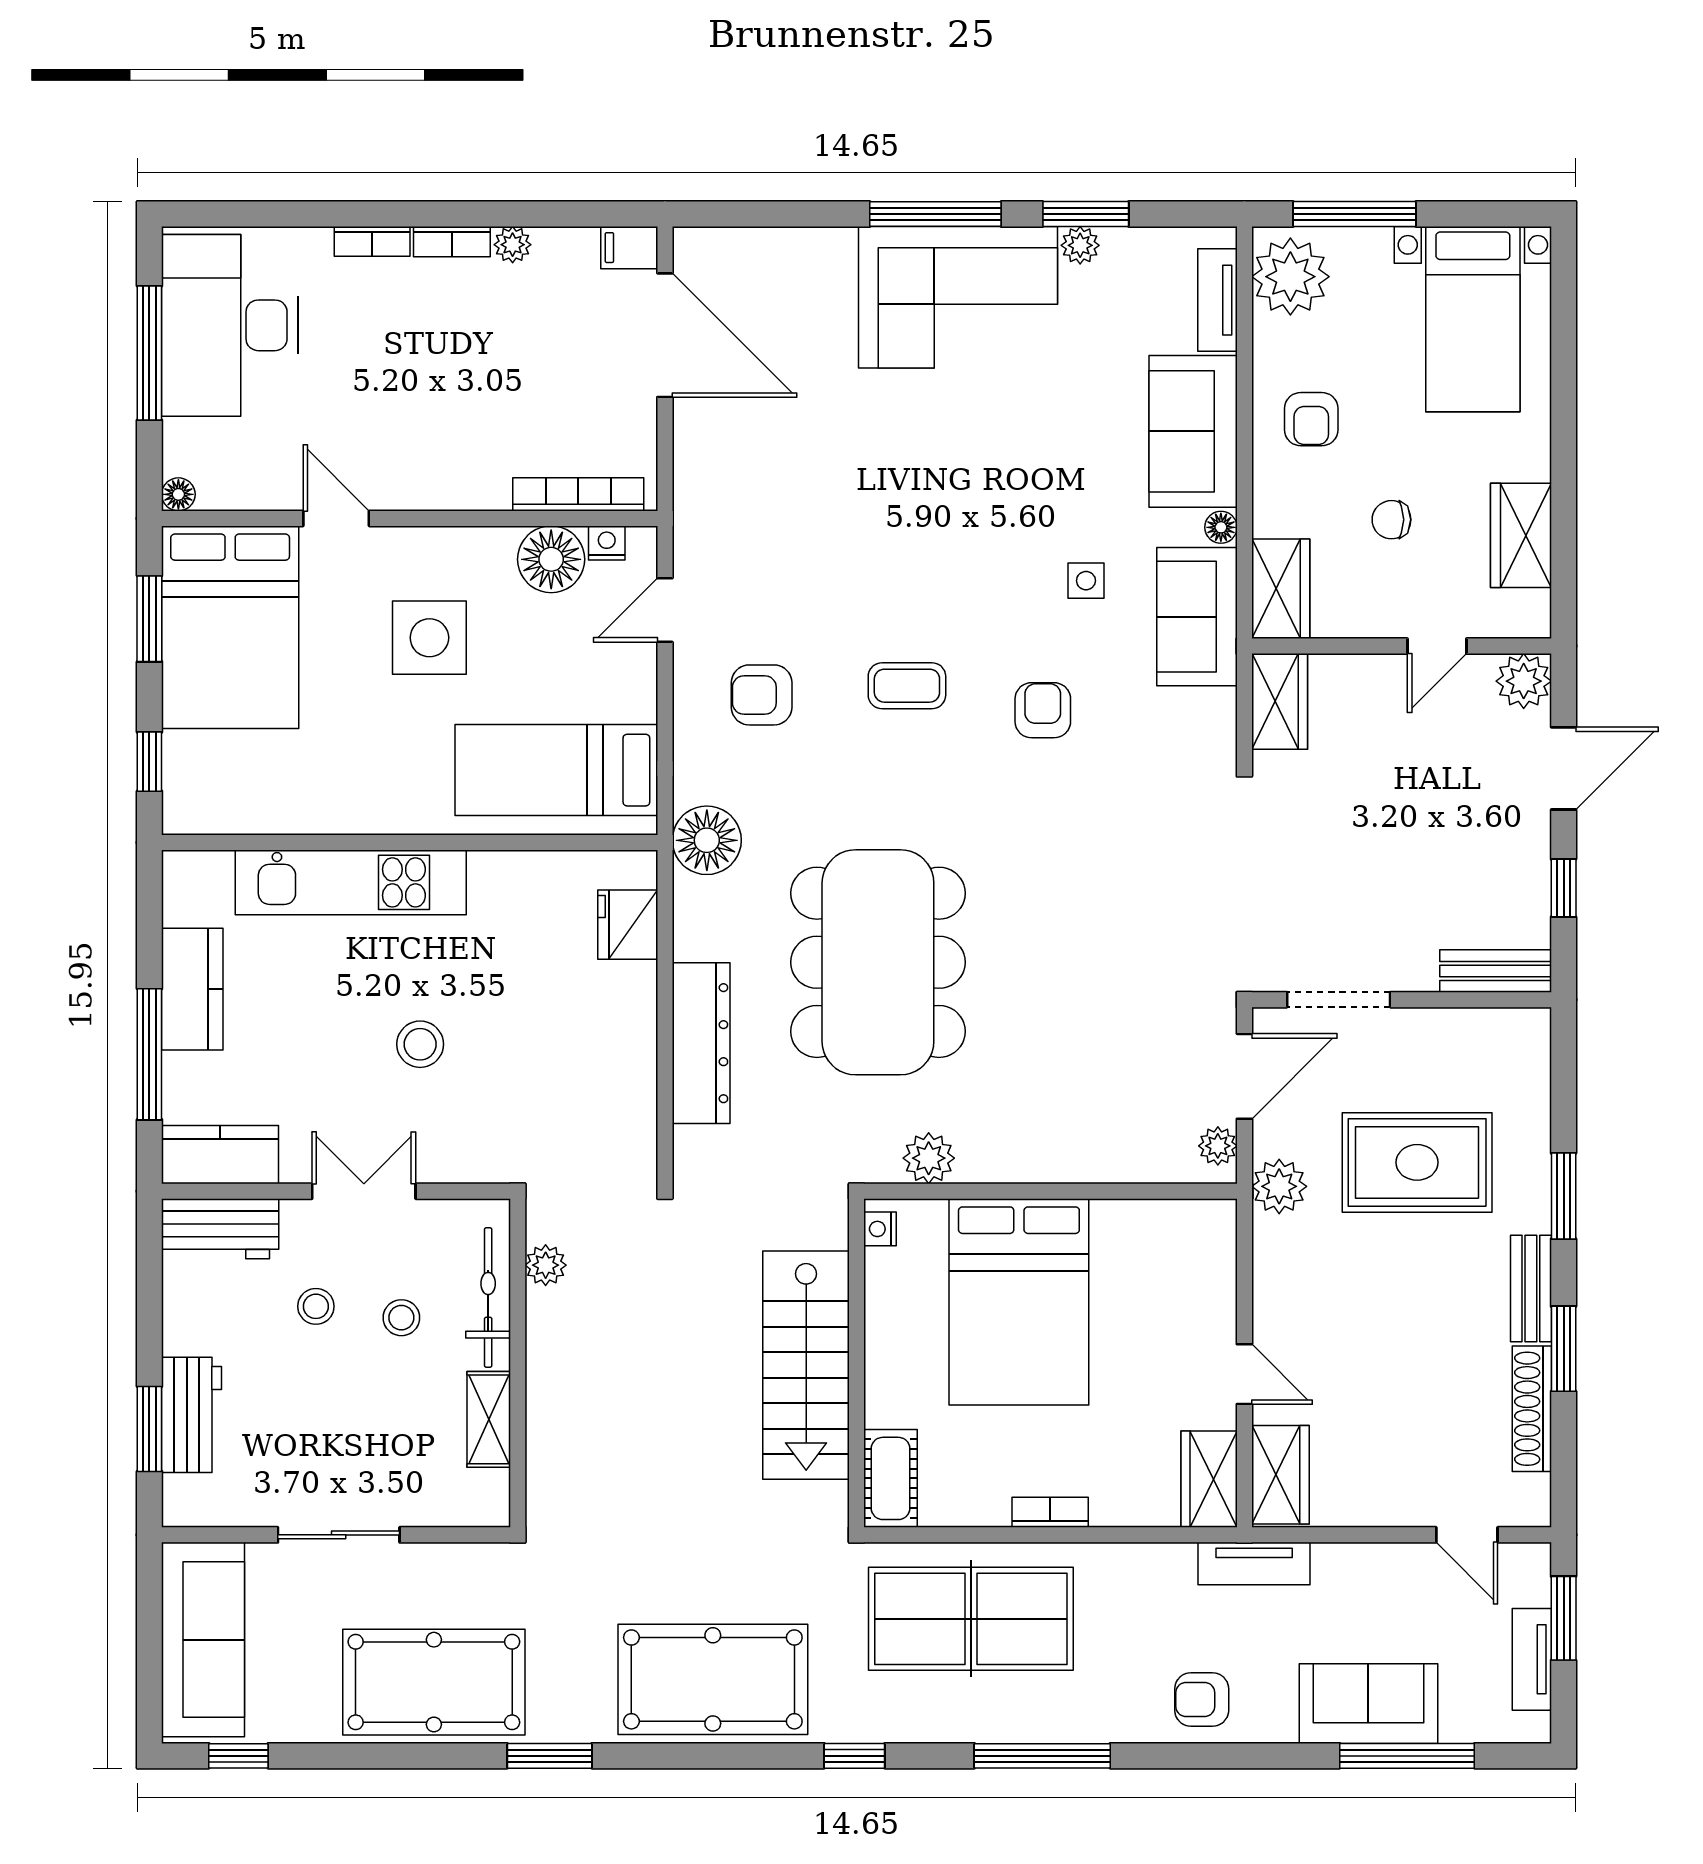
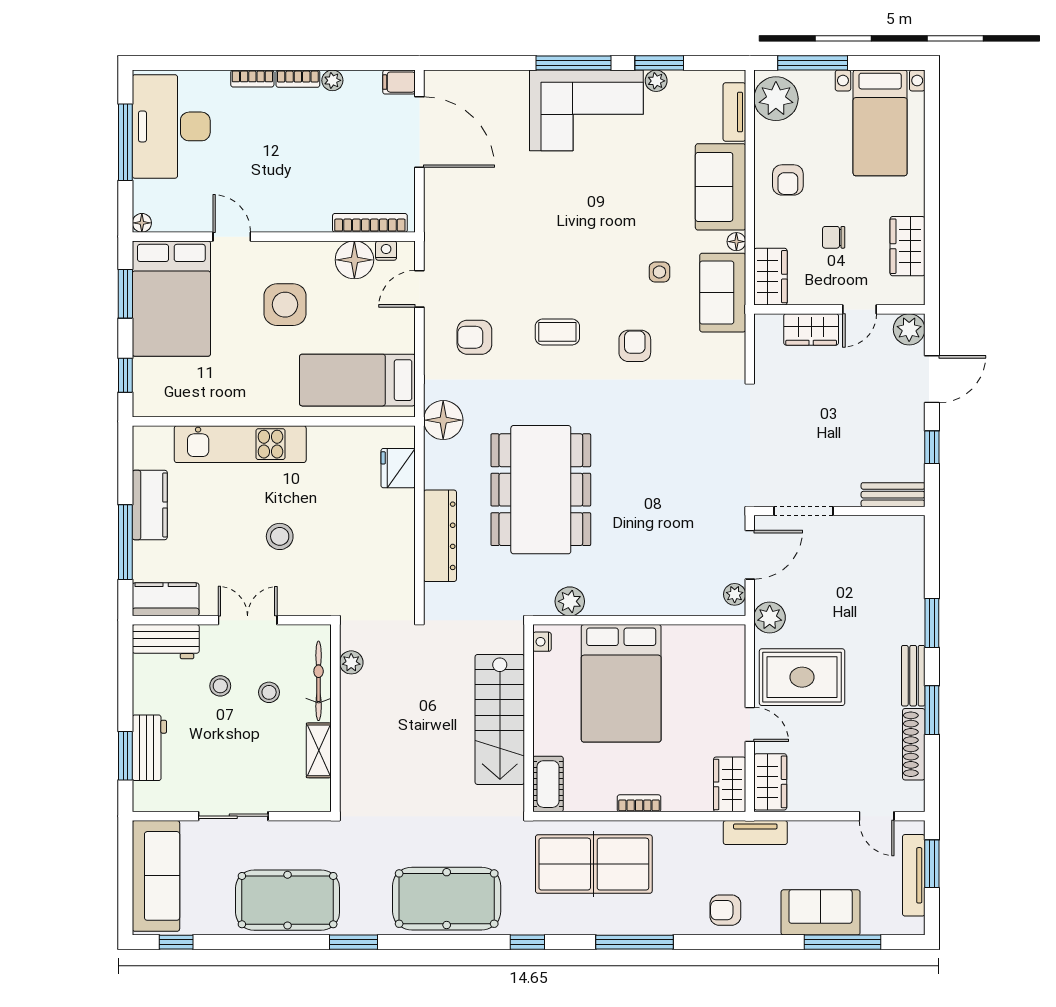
wardrobe: (1280, 701) -> (811, 329), moved, turned 90
rug: (1417, 1162) -> (802, 677), moved
tv unit: (1532, 1659) -> (914, 875), width x1.41

